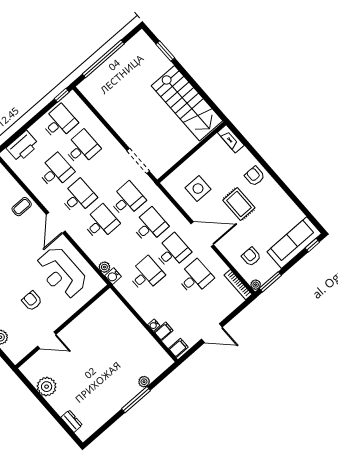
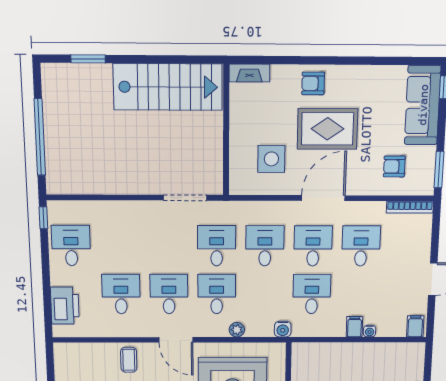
desk: (82, 148) -> (120, 246), removed
rug: (239, 204) -> (327, 129), width x1.36, depth x1.43
plant: (104, 267) -> (237, 330), moved
plant: (256, 285) -> (427, 188), removed
filing cabinet: (164, 331) -> (354, 327), moved

